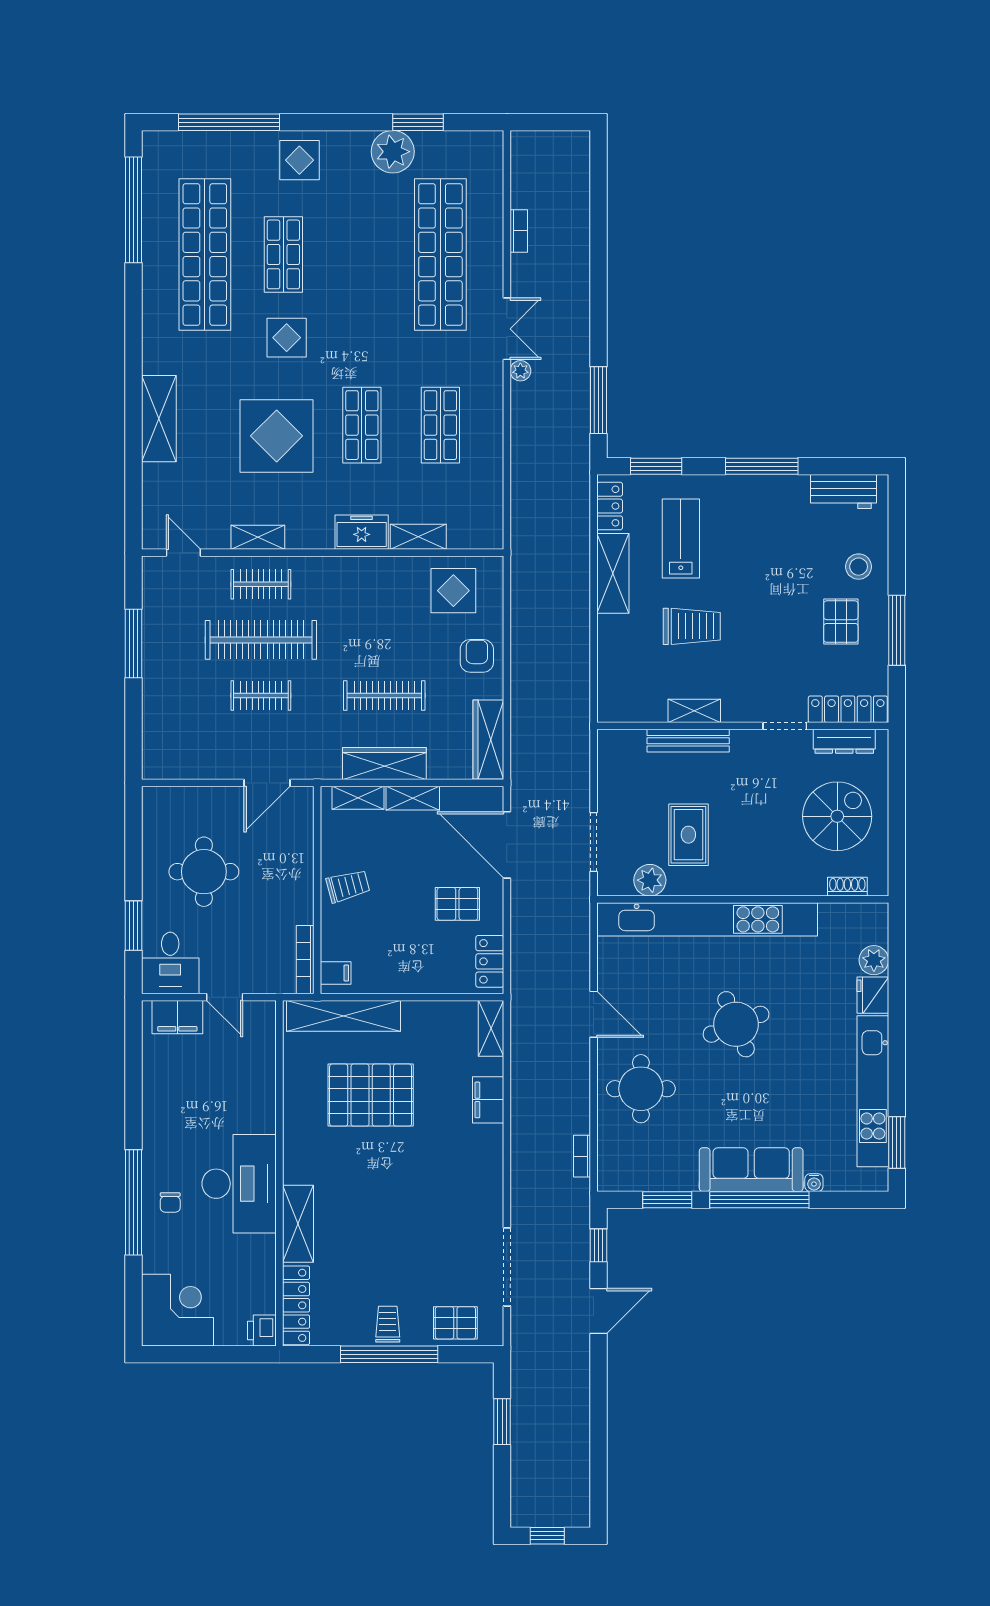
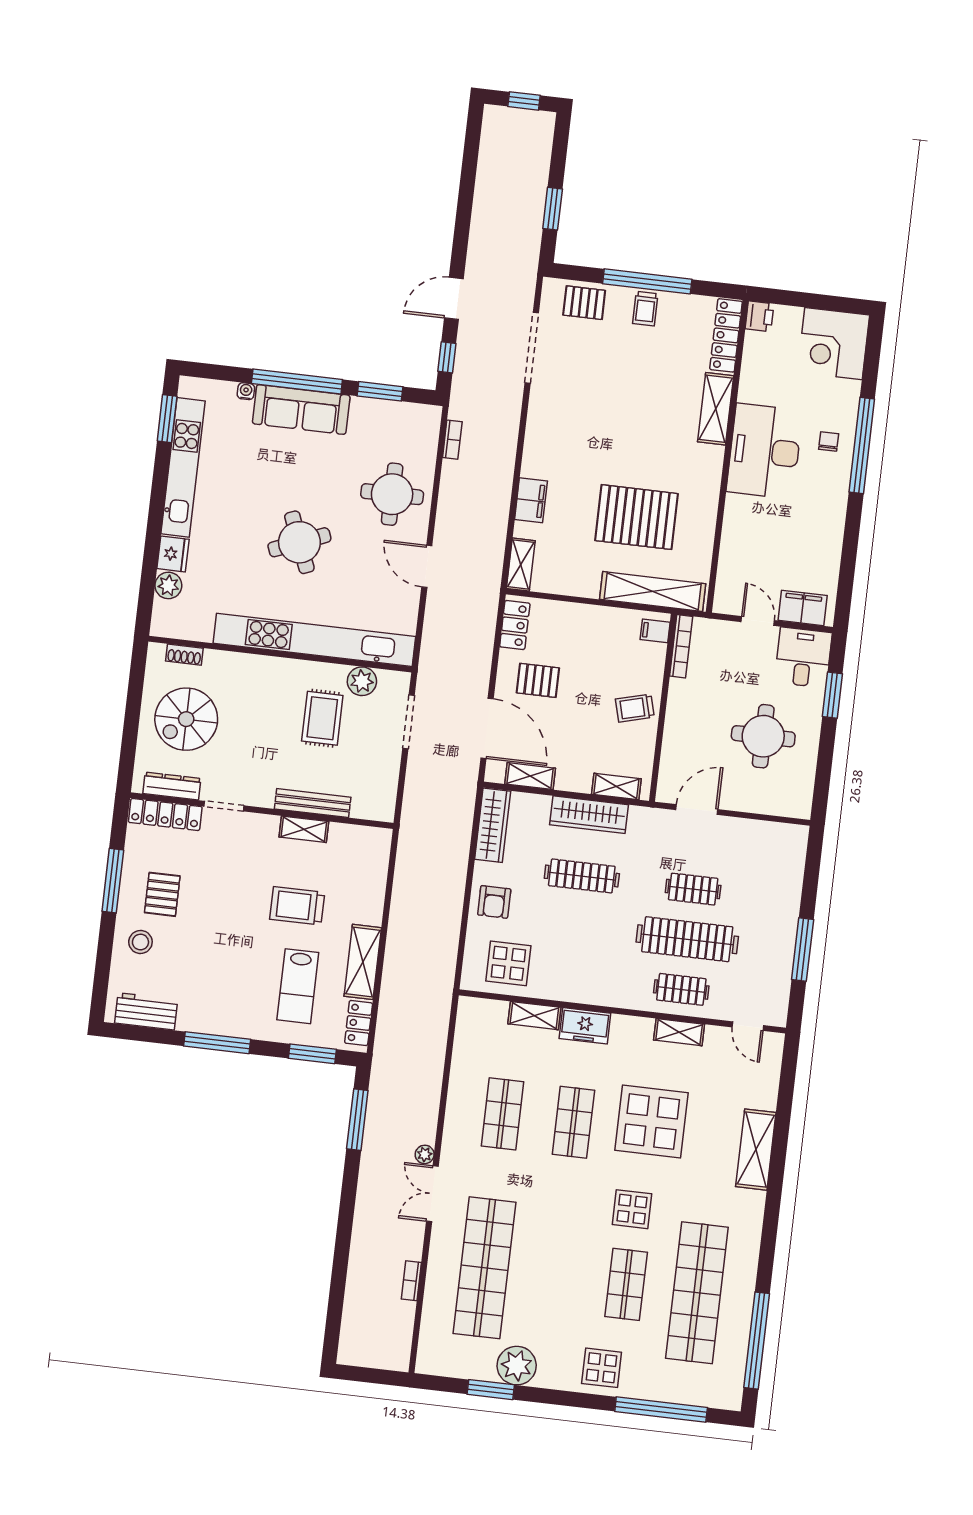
shelving: (413, 798) -> (530, 776), moved

